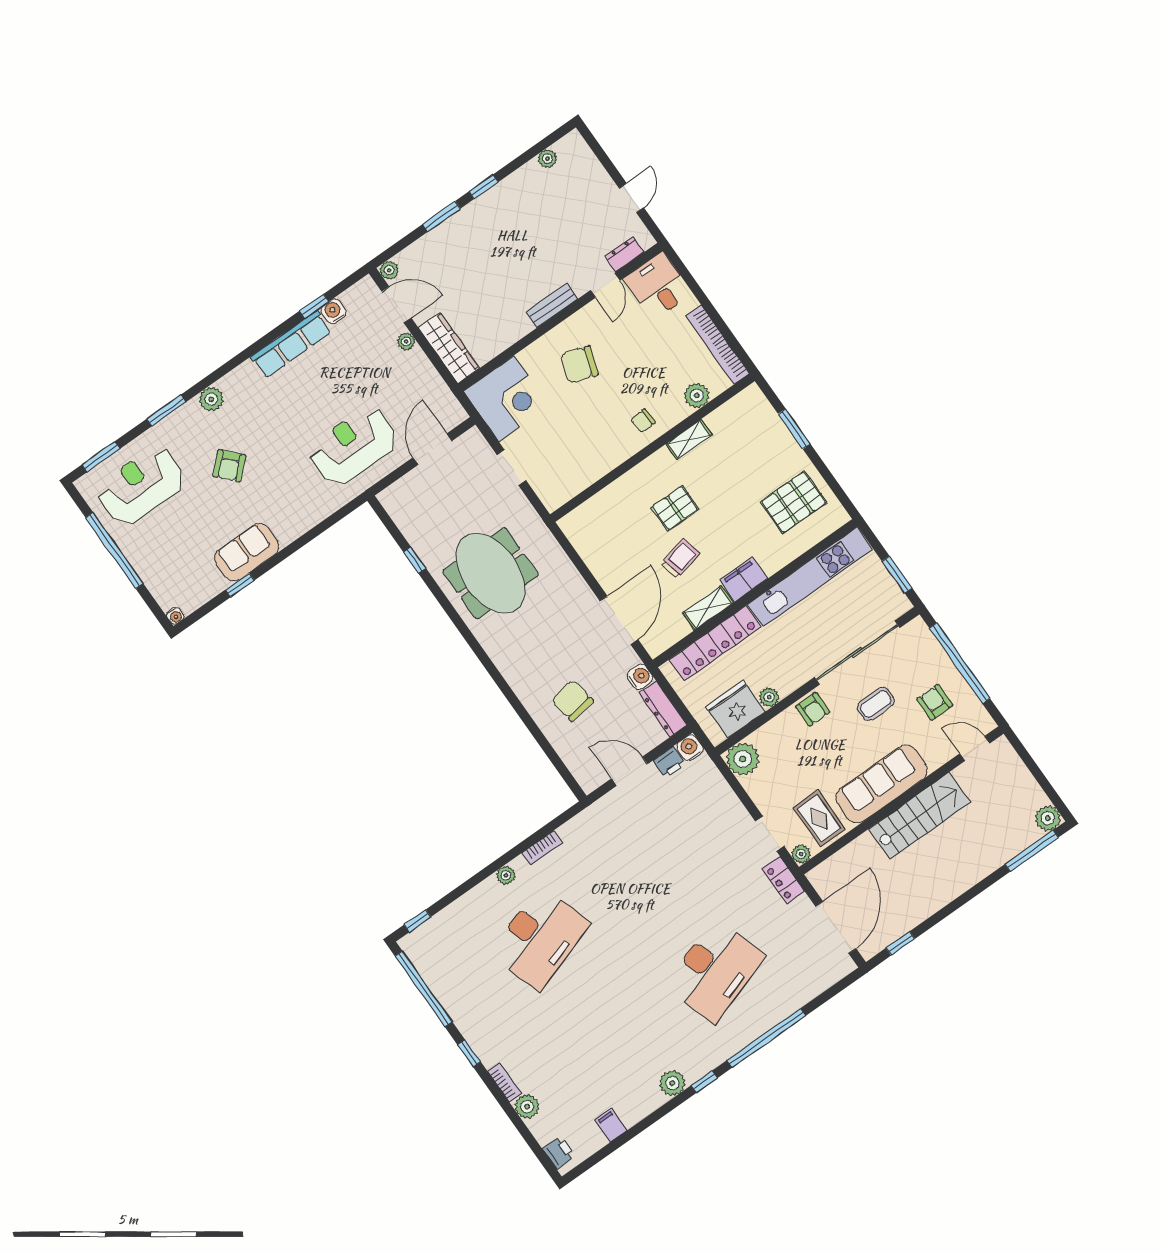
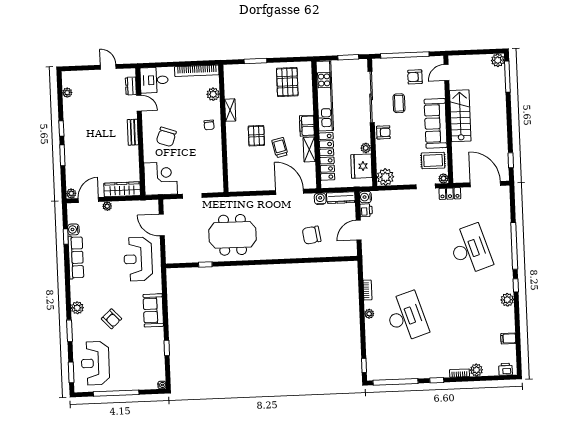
sofa: (247, 552) -> (153, 310), moved

